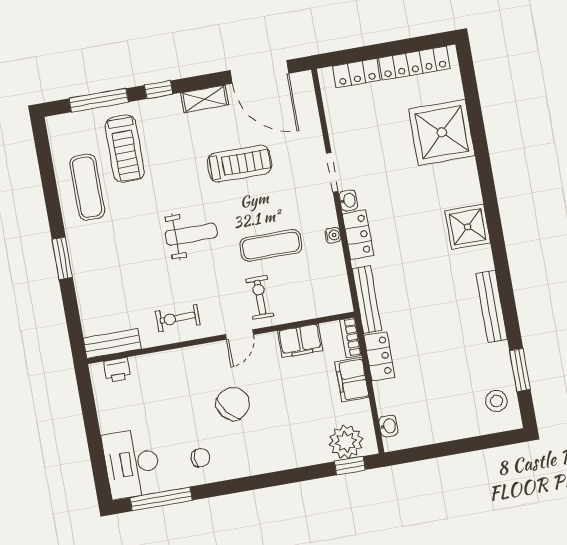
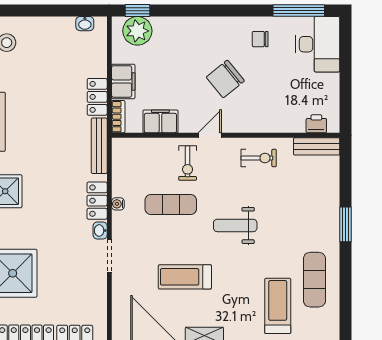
washbasin: (388, 426) -> (85, 24), moved, turned -90

